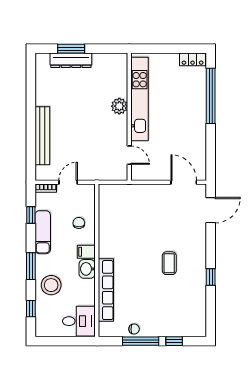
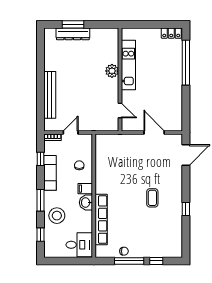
kitchen unit: (140, 99) -> (128, 65), width x0.73
door: (184, 182) -> (154, 132), moved

